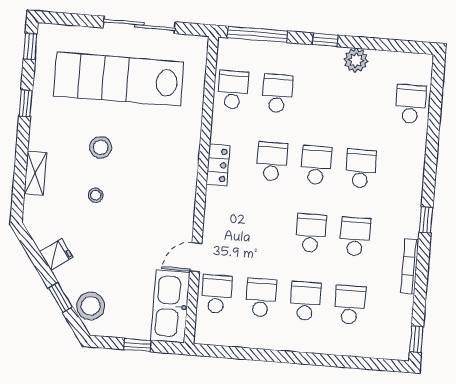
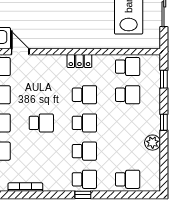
window: (257, 34) -> (164, 79), width x0.46
window: (426, 220) -> (83, 195), moved
school desk: (355, 237) -> (84, 179), moved

